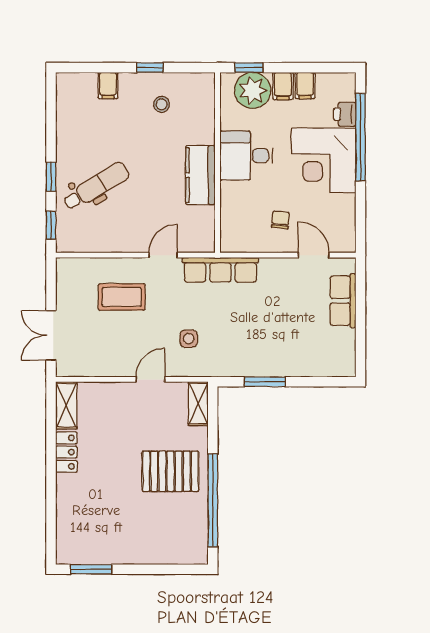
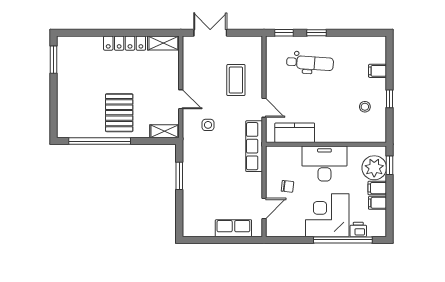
desk: (246, 156) -> (324, 163), width x1.37
kitchen counter: (200, 175) -> (295, 133), moved
dental chair: (96, 186) -> (310, 63), turned -55
locker: (66, 452) -> (125, 43), width x1.53

